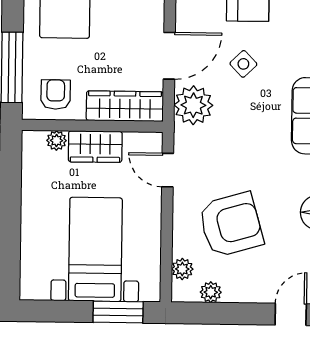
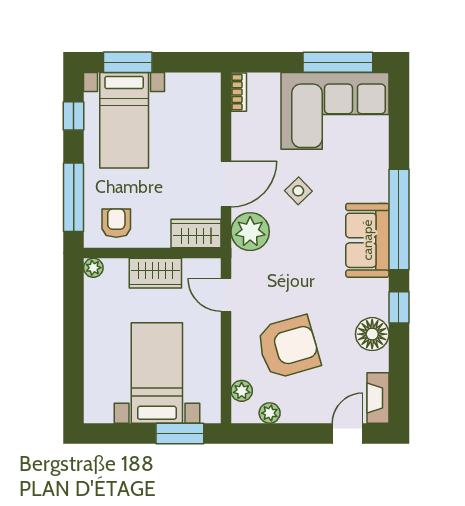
wardrobe: (125, 106) -> (196, 233), width x0.67
plant: (56, 140) -> (93, 268), moved

